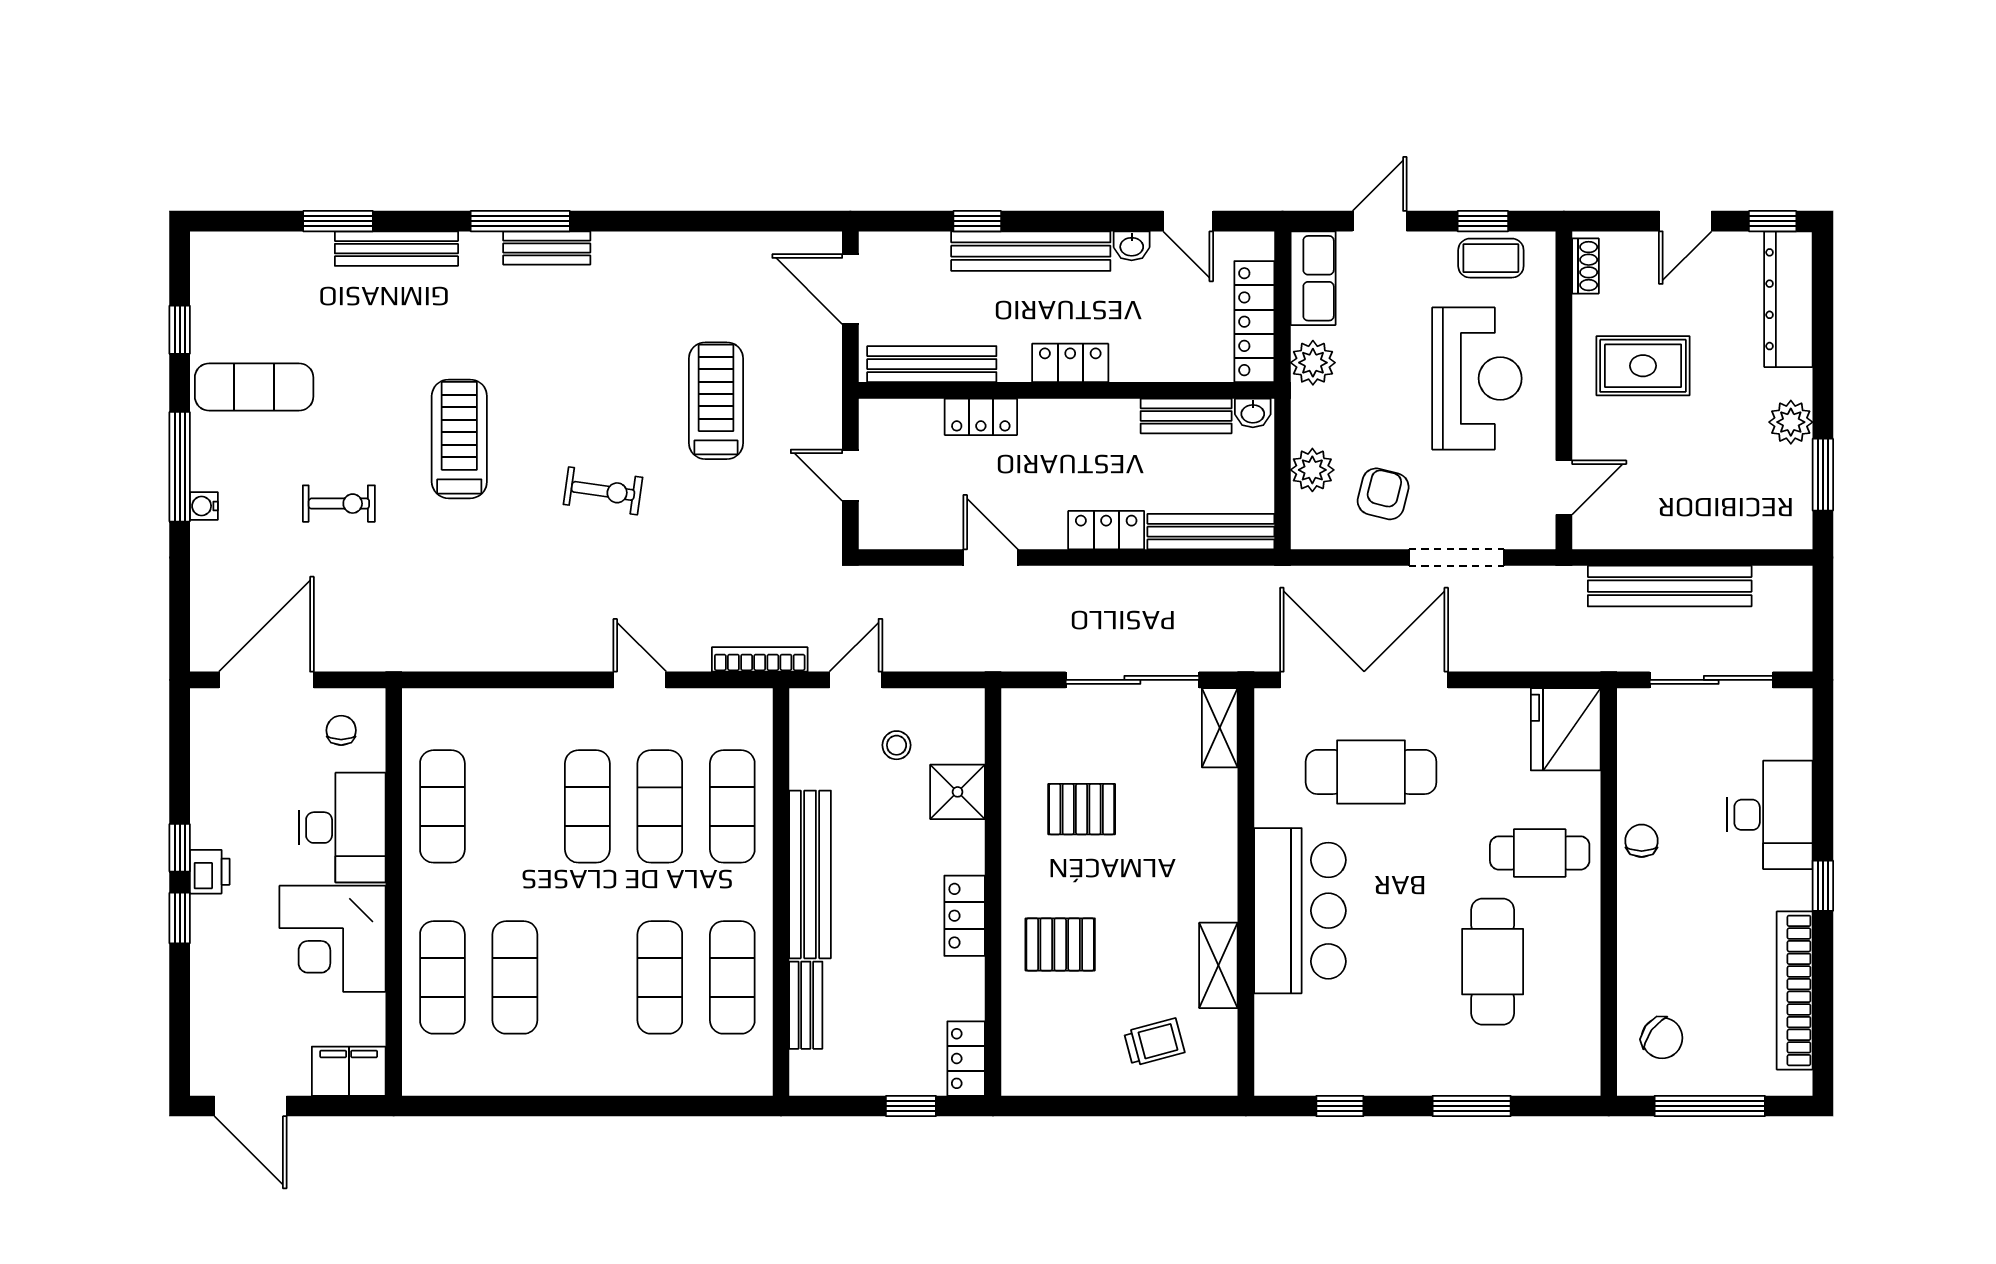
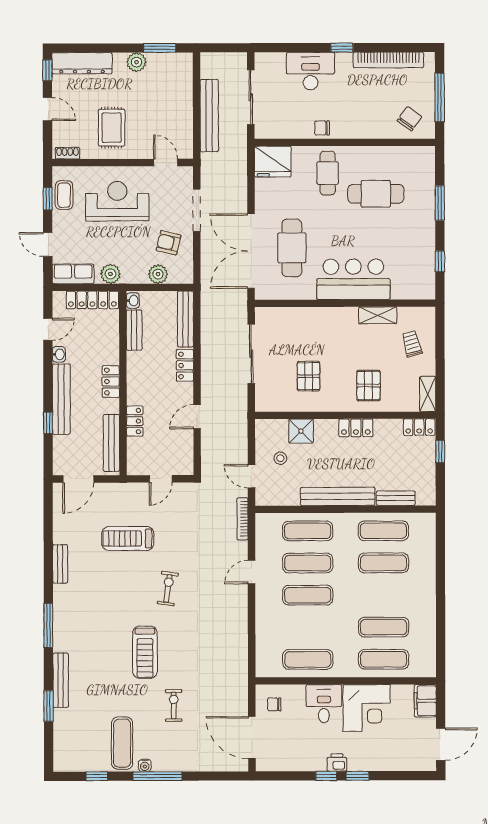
bench: (547, 248) -> (60, 564), moved
treadmill: (459, 439) -> (145, 652), turned -90
water cooler: (204, 506) -> (145, 765), moved
shelving: (1220, 728) -> (428, 394), moved, turned 90
desk: (342, 828) -> (324, 704), width x0.73

